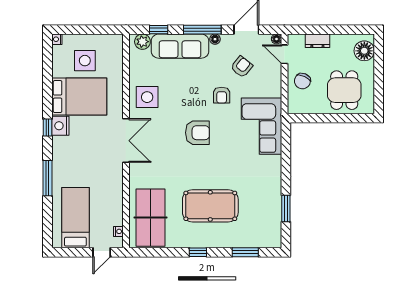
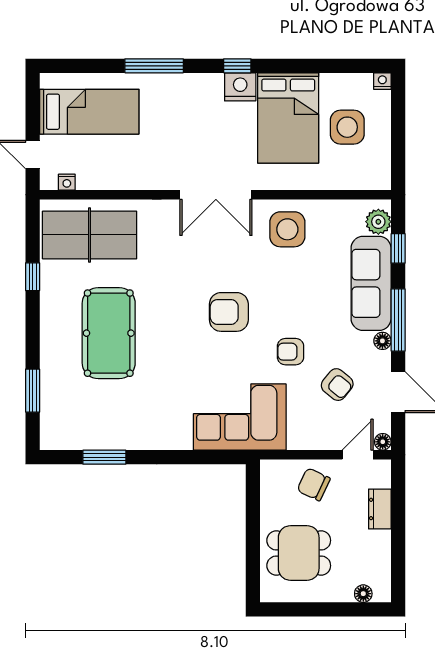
floor lamp: (364, 51) -> (363, 594), width x0.53, depth x0.53
armchair: (197, 133) -> (229, 312), turned 90
window: (198, 252) -> (33, 277), moved

